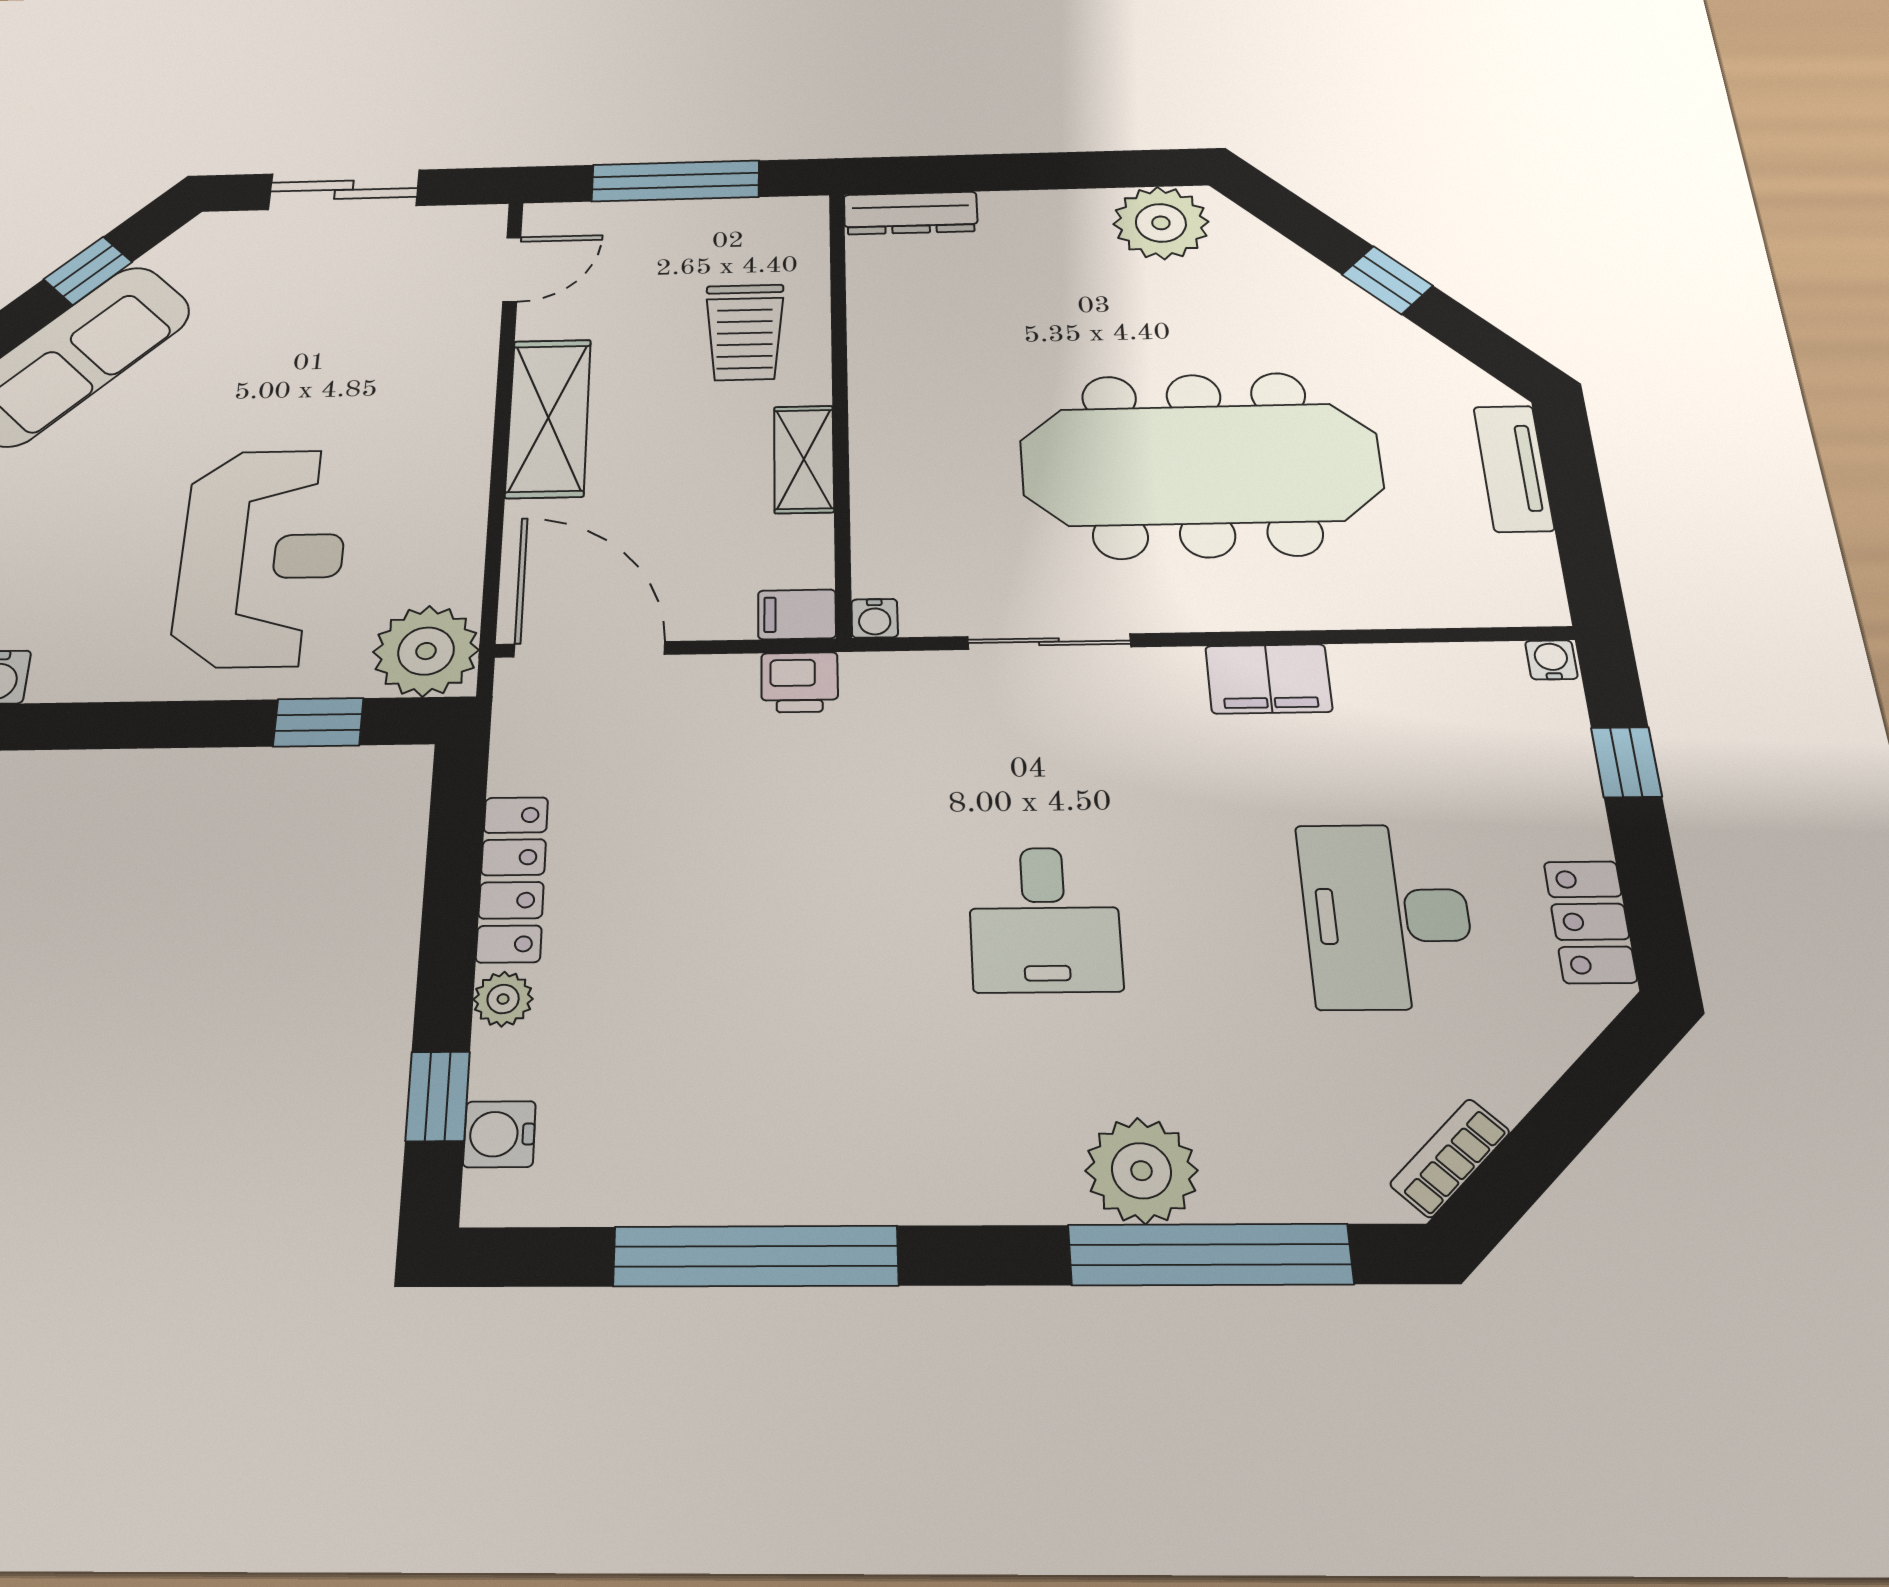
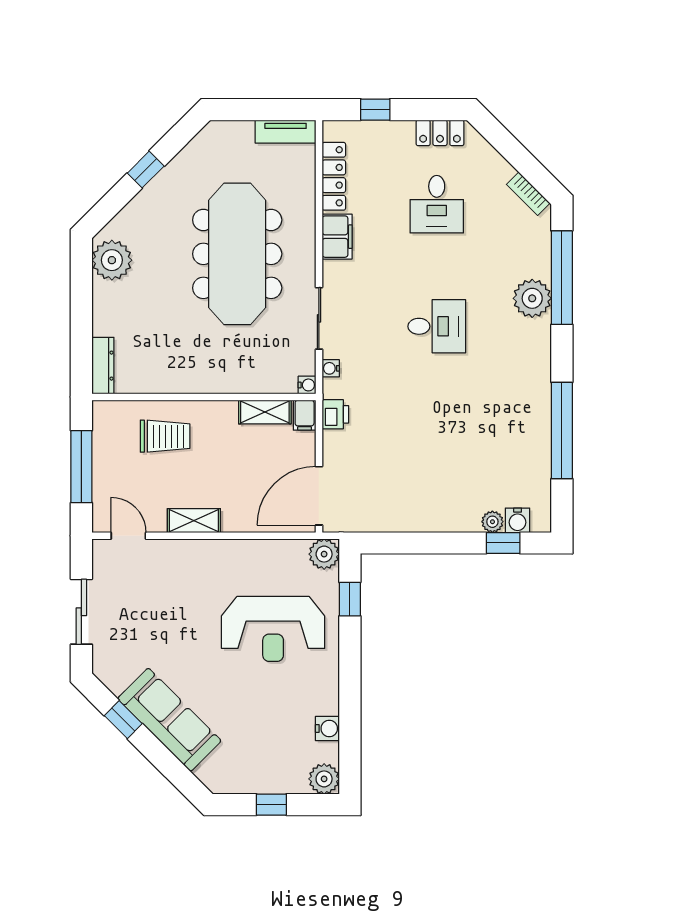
shelving: (548, 418) -> (194, 521), width x0.67, depth x0.75
shelving: (804, 459) -> (265, 412), moved
tv unit: (1514, 468) -> (286, 132), moved
reception desk: (262, 557) -> (273, 629), turned 180
plant: (426, 651) -> (324, 554), width x0.73, depth x0.73
water cooler: (1551, 660) -> (331, 368), moved
locker: (512, 879) -> (334, 176), moved, turned 90
desk: (1387, 916) -> (437, 204), width x0.73
plant: (503, 999) -> (492, 522), moved

